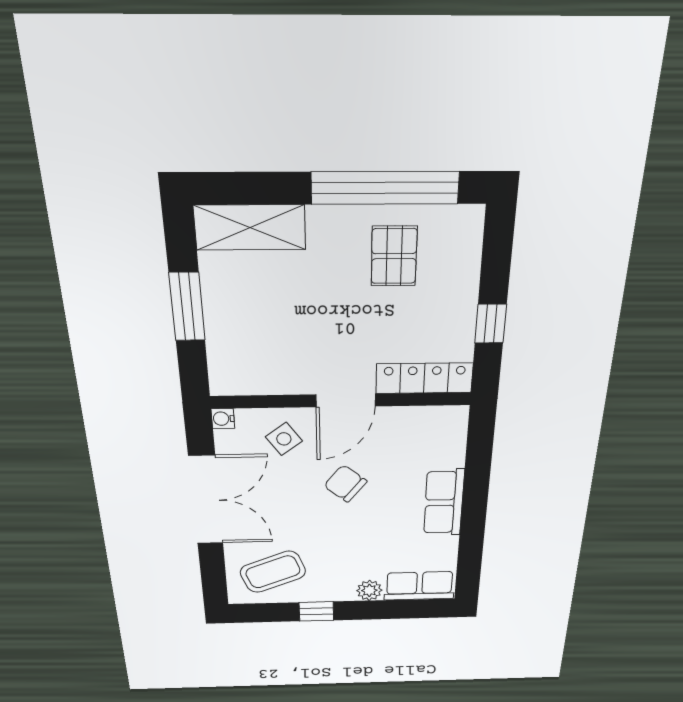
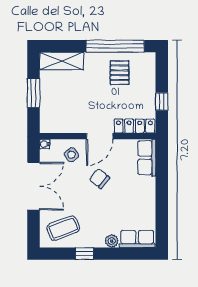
row of seats: (444, 503) -> (147, 158), moved

